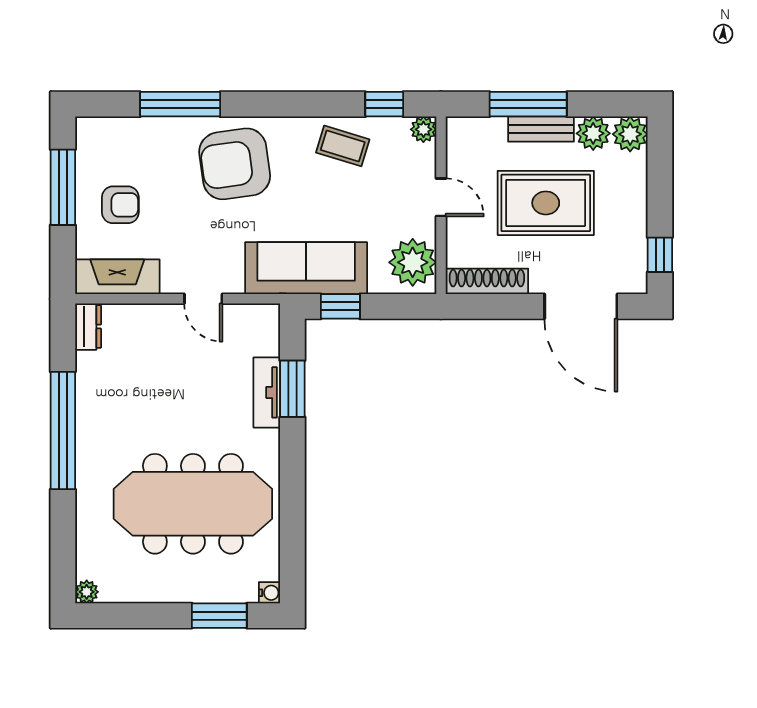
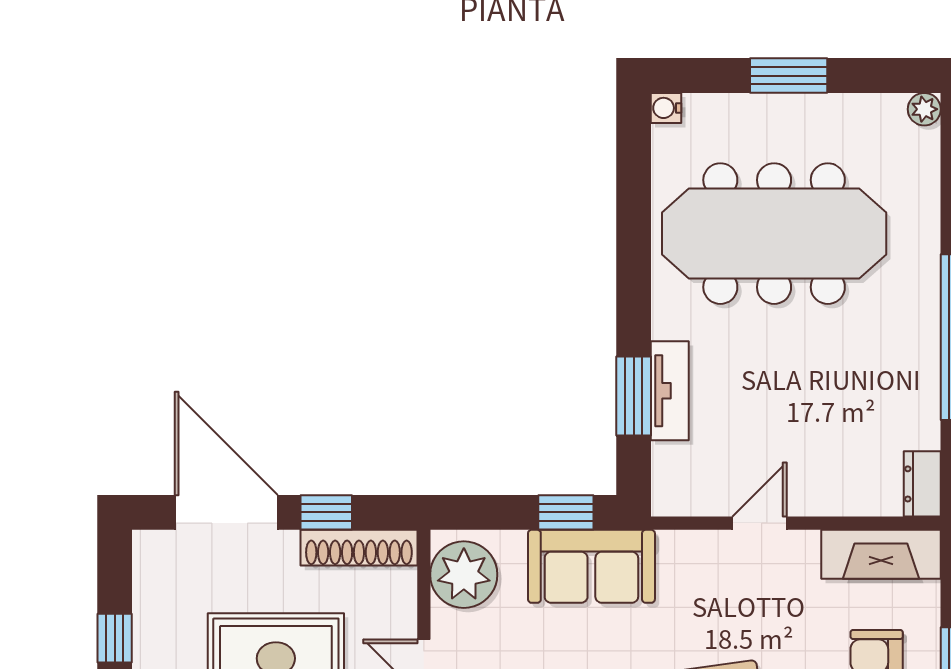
window: (660, 255) -> (115, 638), moved
sofa: (306, 268) -> (591, 566), width x0.73
door: (203, 299) -> (760, 523), hinge flipped
window: (510, 306) -> (326, 512), added
window: (219, 616) -> (789, 76), moved

